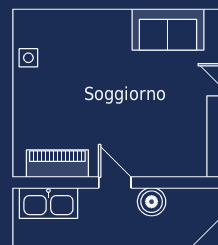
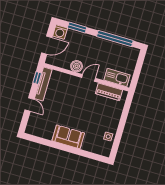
sofa: (168, 29) -> (68, 137), moved
door: (115, 183) -> (89, 78), swing flipped

